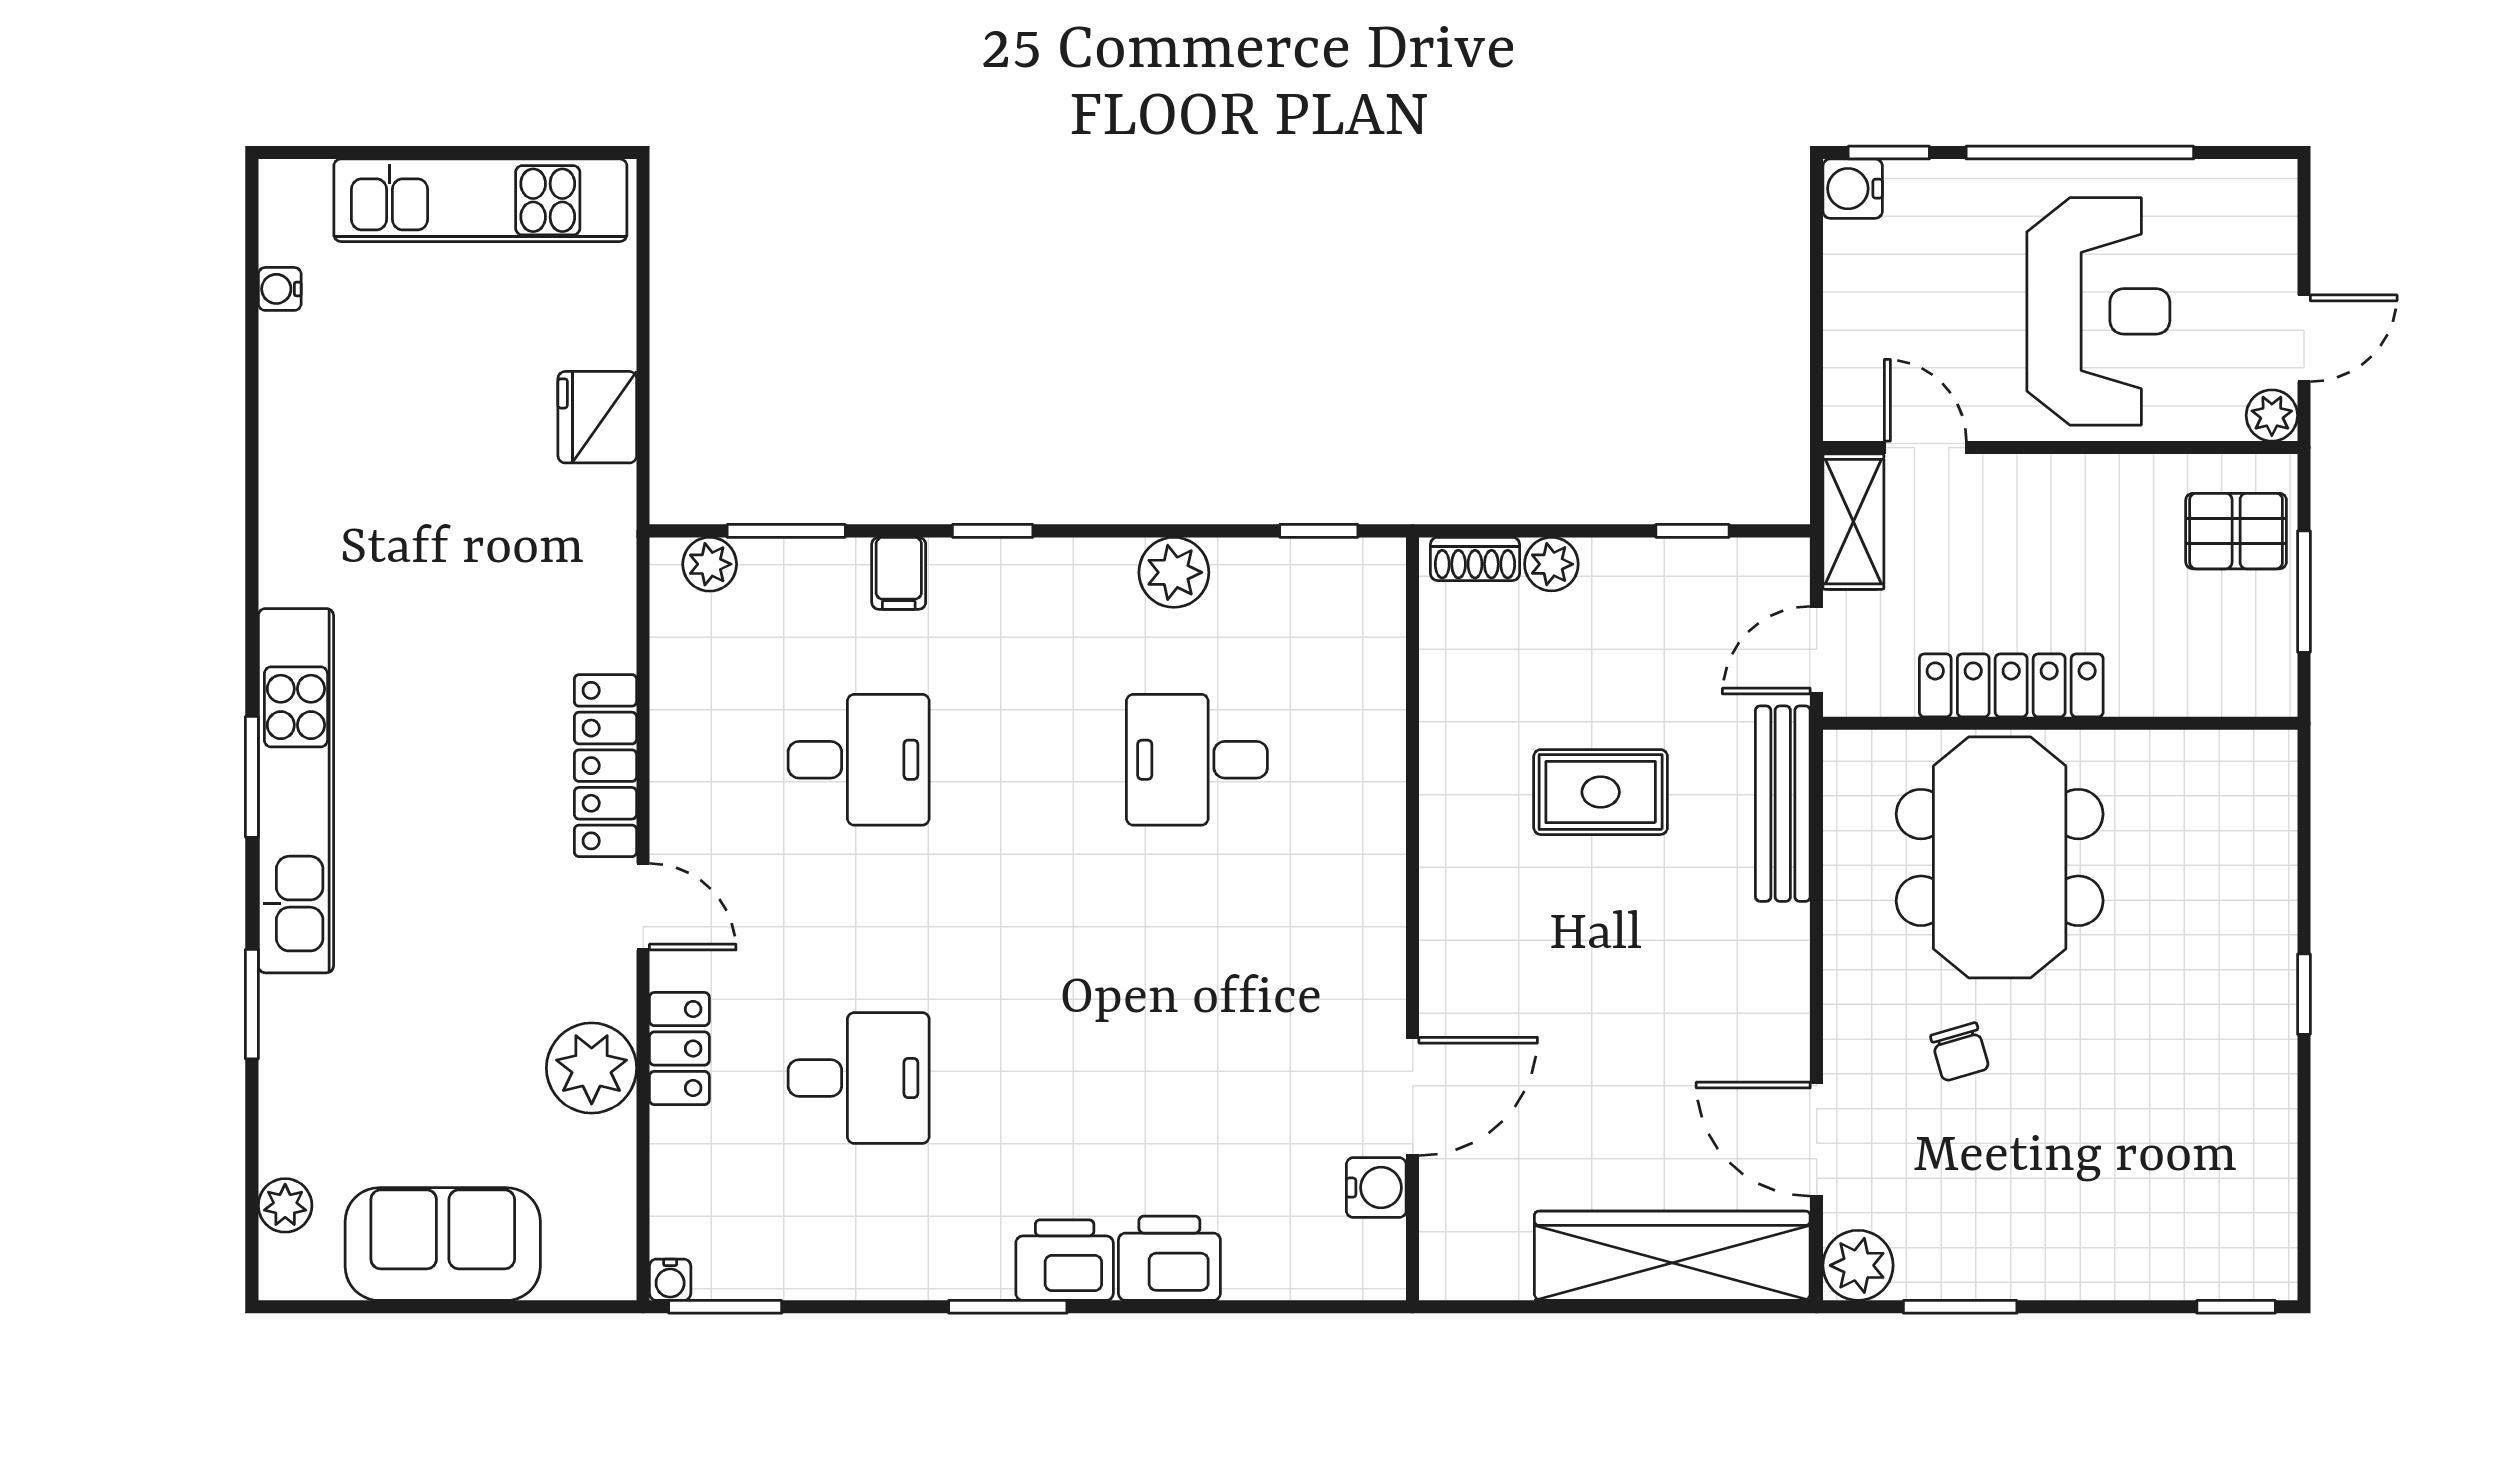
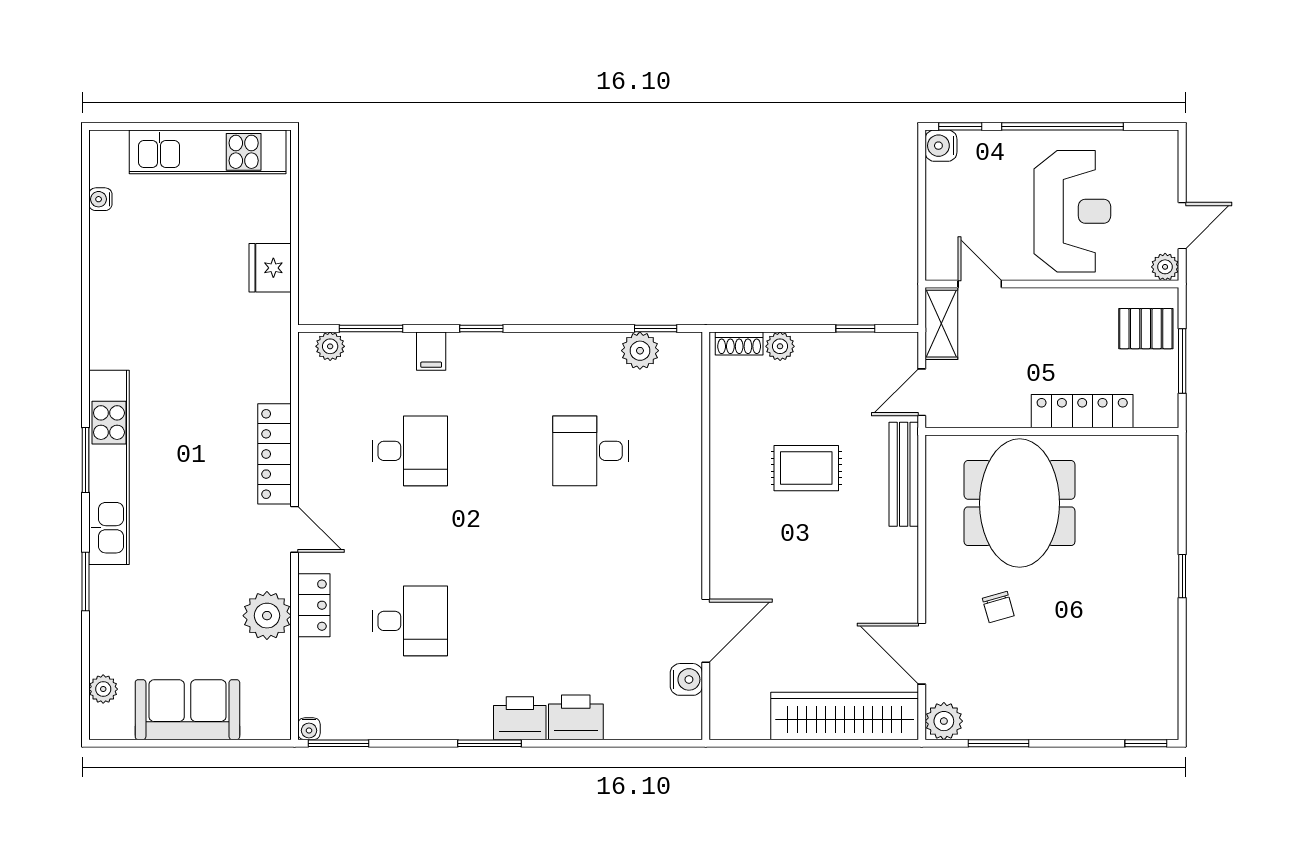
plant: (1174, 572) -> (640, 351), moved
locker: (2011, 685) -> (1082, 411), moved

